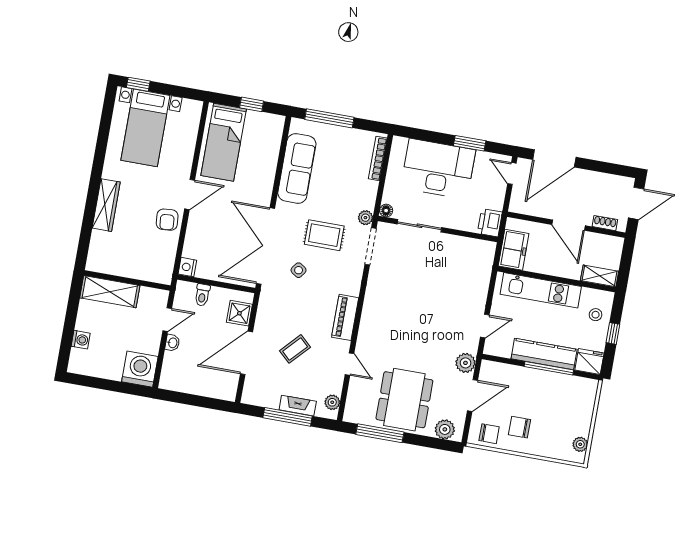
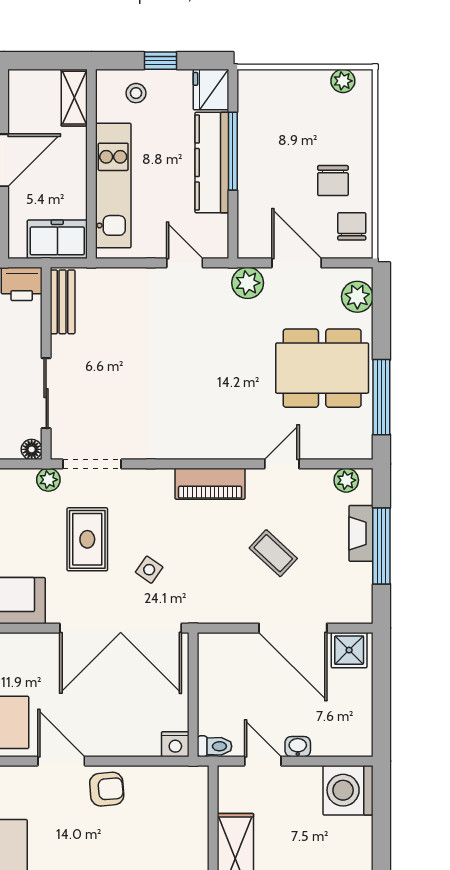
bench: (474, 246) -> (63, 302), added
toilet: (202, 295) -> (215, 746), moved
shower: (239, 313) -> (349, 650), moved

